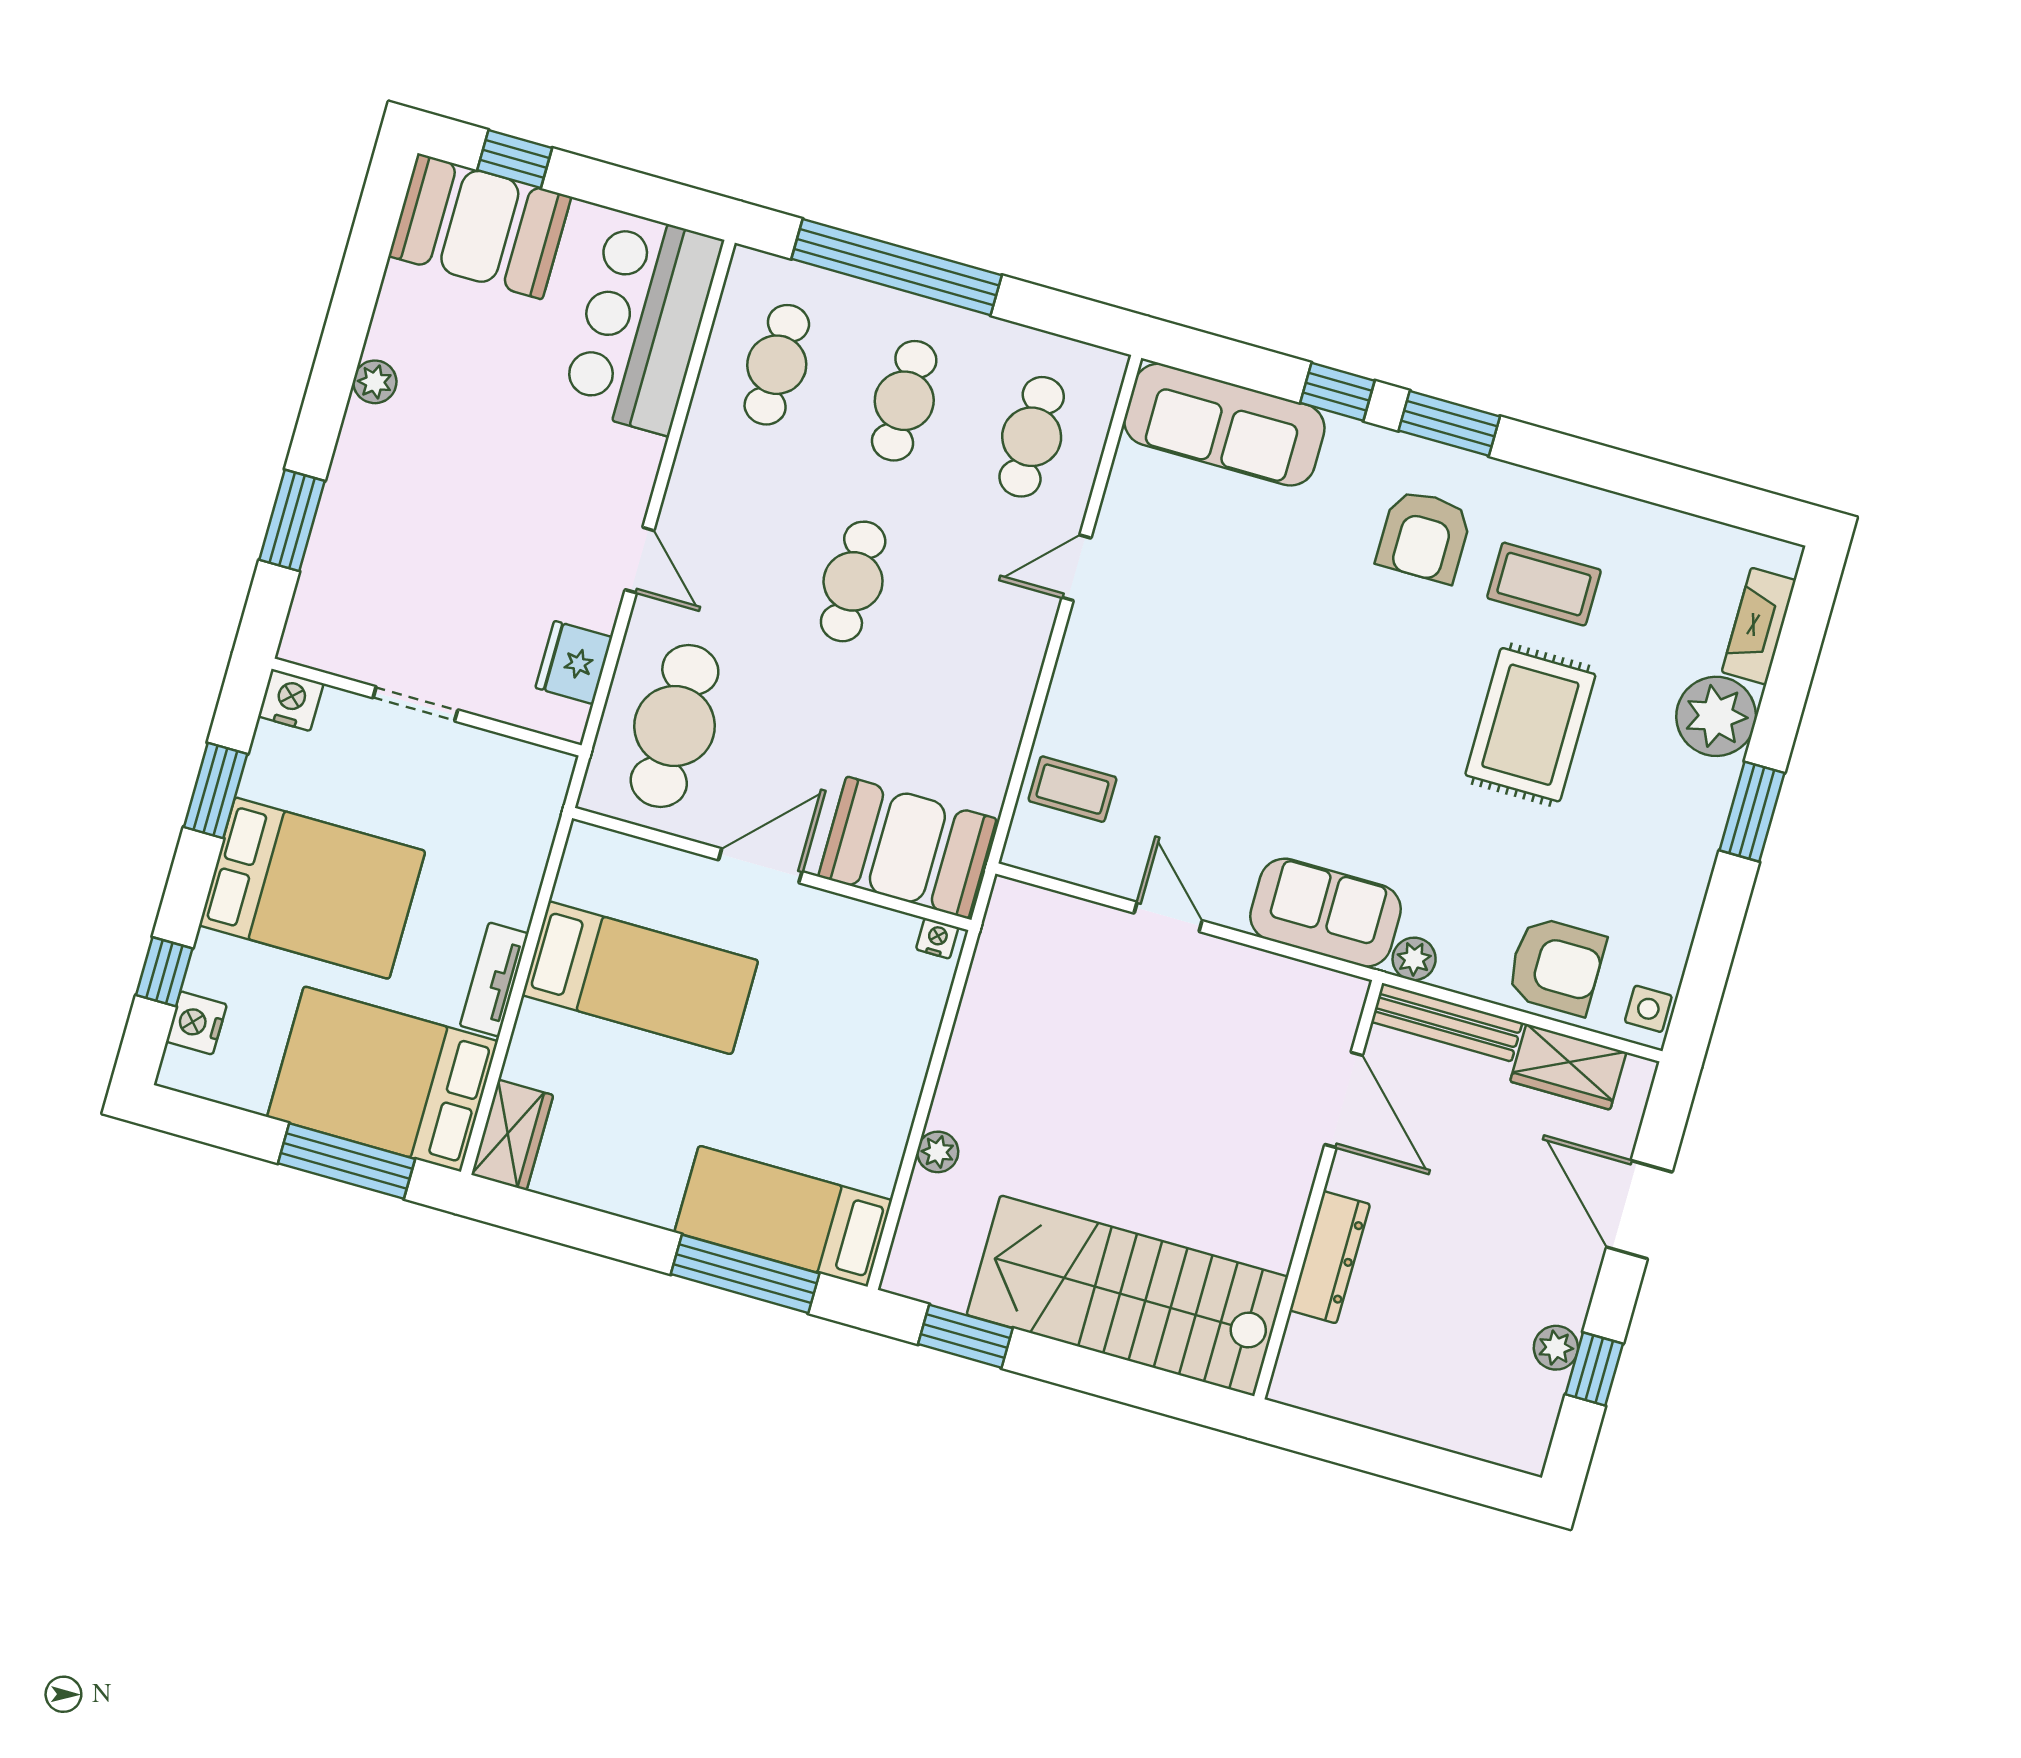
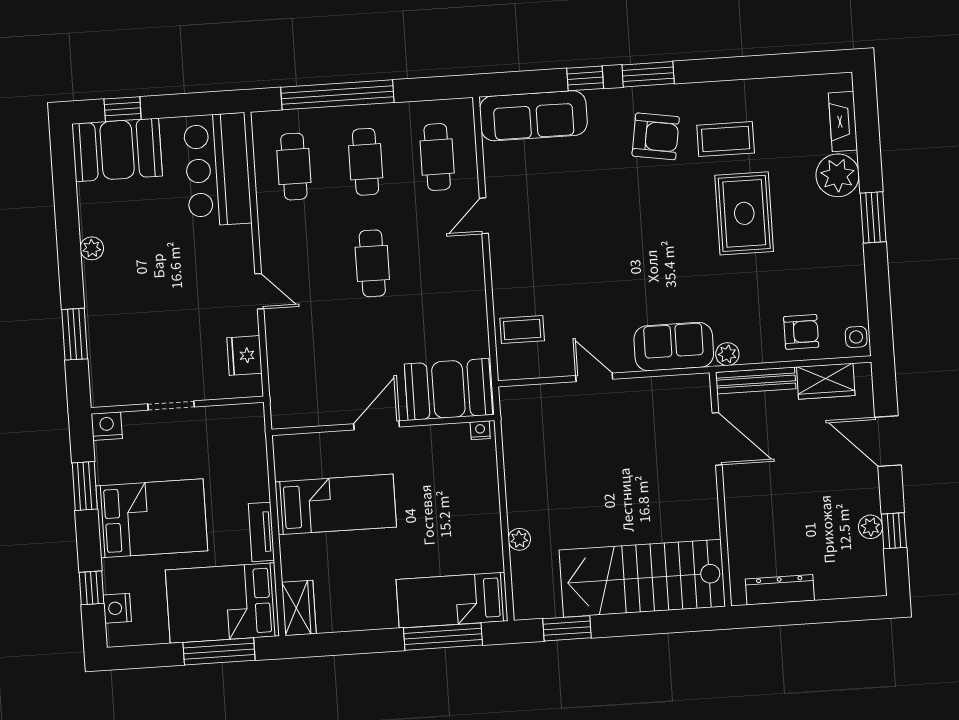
armchair: (1424, 536) -> (656, 136), turned -81
cafe table: (675, 726) -> (307, 370), removed
armchair: (1556, 966) -> (801, 332), width x0.72, depth x0.72
dresser: (1330, 1257) -> (780, 590), moved, turned -90

